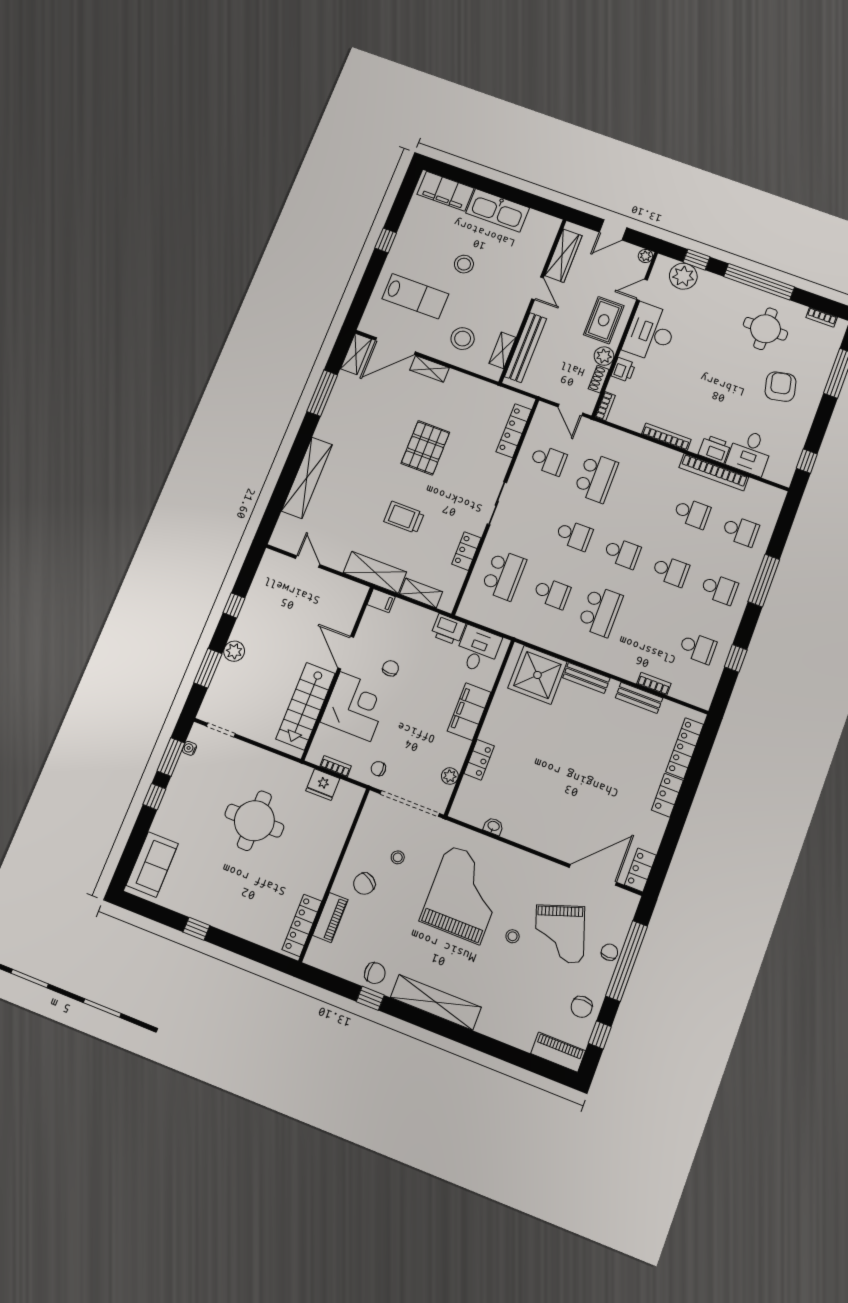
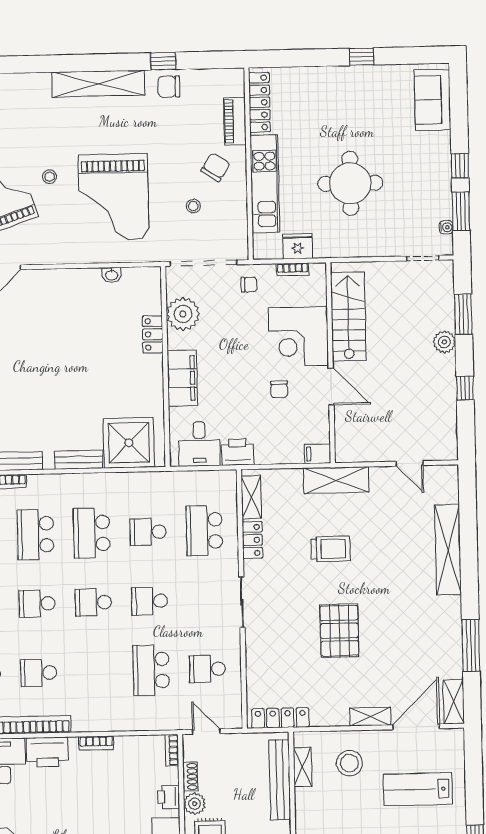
locker: (514, 431) -> (280, 718), moved, turned -90
bookcase: (666, 437) -> (96, 743), width x0.64
printer: (715, 449) -> (47, 752), width x1.37, depth x1.19
shelving: (421, 593) -> (251, 497), moved, turned 90
school desk: (649, 629) -> (36, 534), added
plant: (450, 776) -> (183, 314), width x1.88, depth x1.88
kitchen unit: (328, 851) -> (265, 184), added

